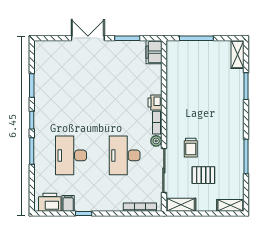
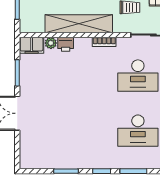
shelving: (175, 98) -> (79, 24), added
printer: (155, 103) -> (66, 44), moved
plant: (156, 141) -> (51, 43), moved

